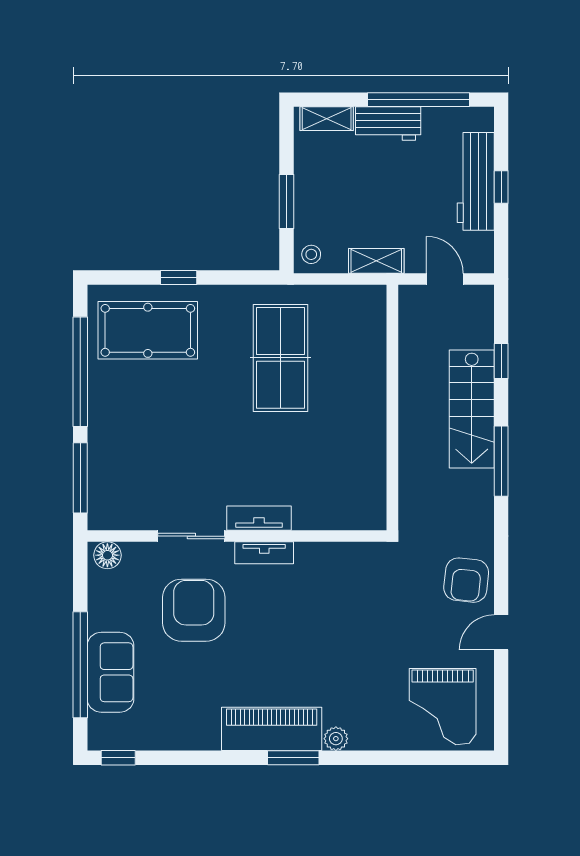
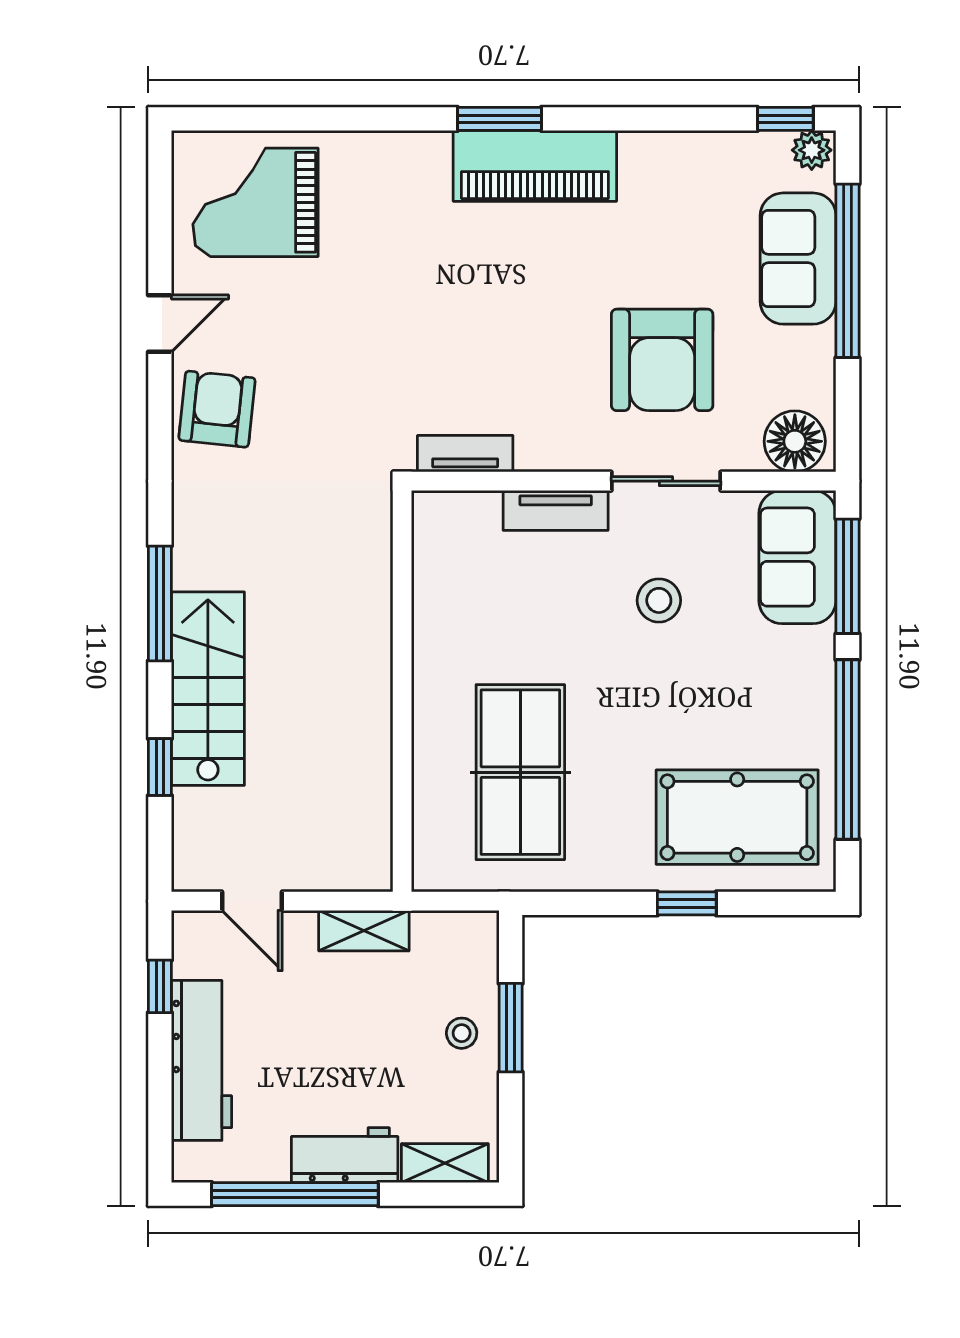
window: (501, 187) -> (160, 986), moved
stool: (311, 254) -> (462, 1033), moved
wall: (392, 407) -> (402, 691), moved
stool: (196, 463) -> (659, 600), added
sofa: (111, 490) -> (797, 557), added
tv unit: (264, 553) -> (465, 454), moved
floor lamp: (107, 555) -> (795, 441), width x1.38, depth x1.38
grand piano: (443, 707) -> (255, 202), turned -90
plant: (336, 739) -> (812, 150), moved

